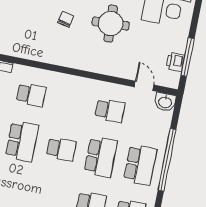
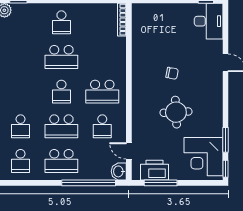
printer: (175, 62) -> (154, 170), width x1.87, depth x1.48
door: (144, 86) -> (129, 151), swing flipped
school desk: (31, 95) -> (102, 92), moved, width x1.85
window: (167, 160) -> (89, 183), moved

